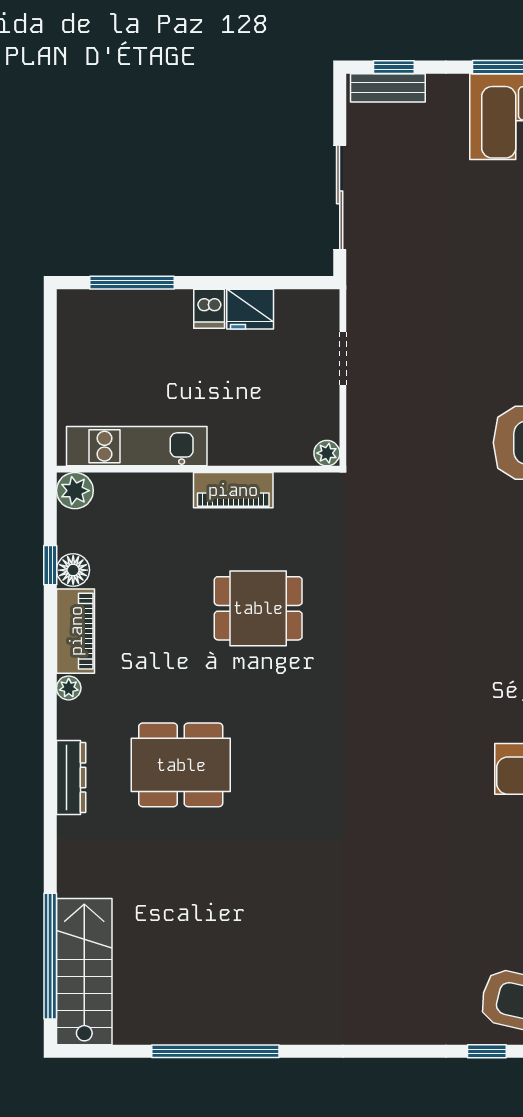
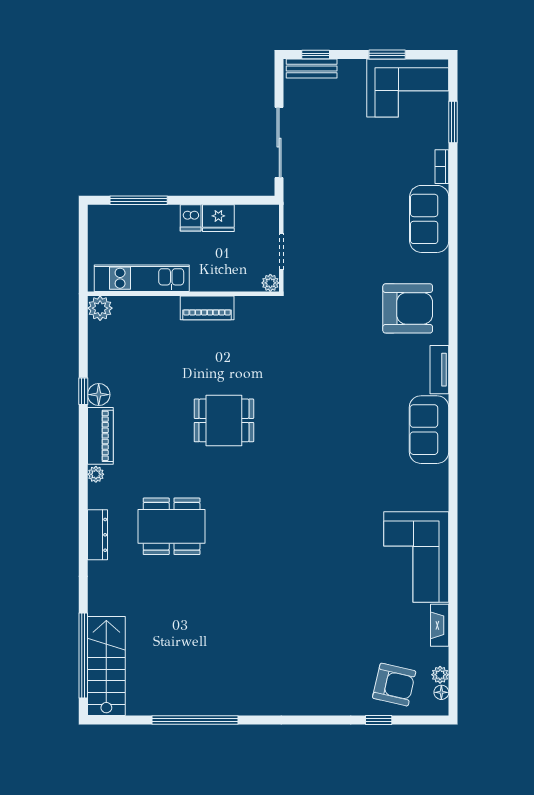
kitchen unit: (137, 446) -> (142, 278), moved
plant: (327, 453) -> (270, 283), moved
wall: (198, 469) -> (183, 294), moved
piano: (233, 490) -> (207, 308), moved
plant: (75, 491) -> (100, 308), moved

